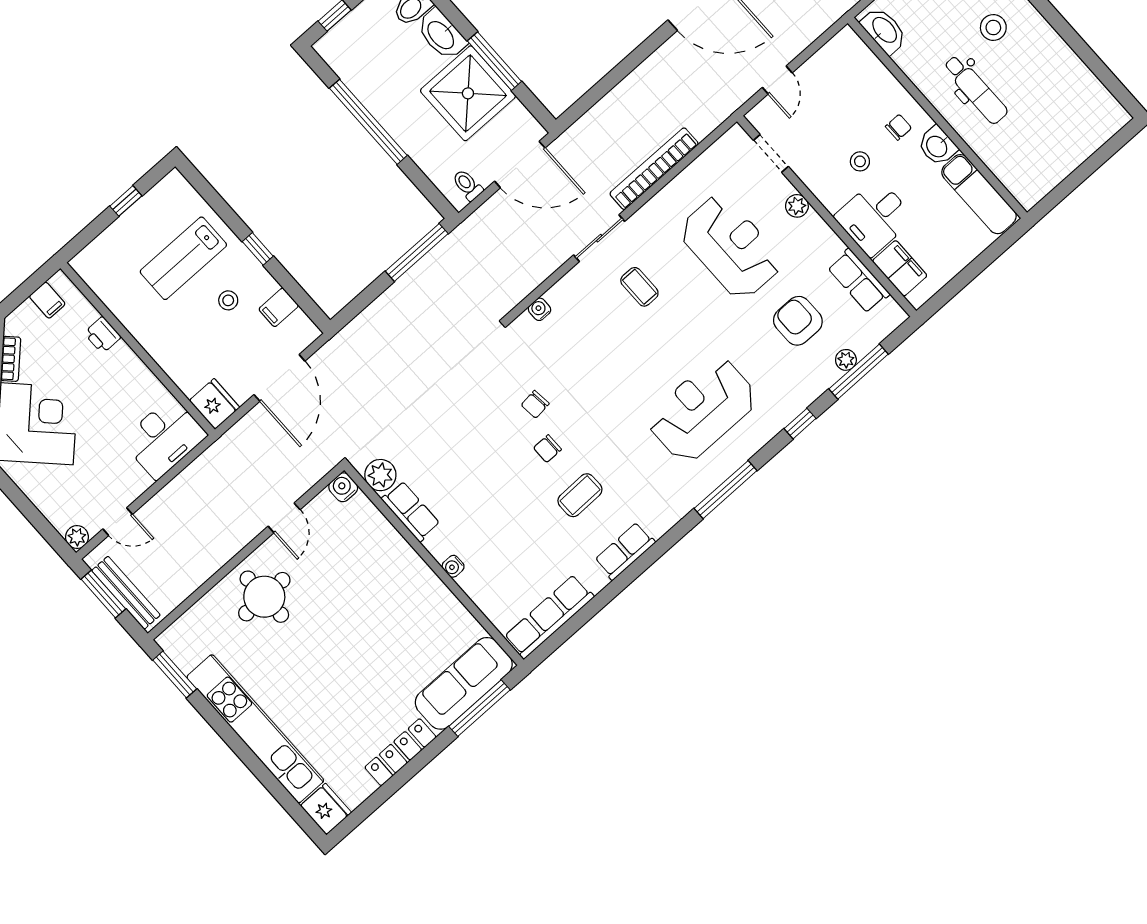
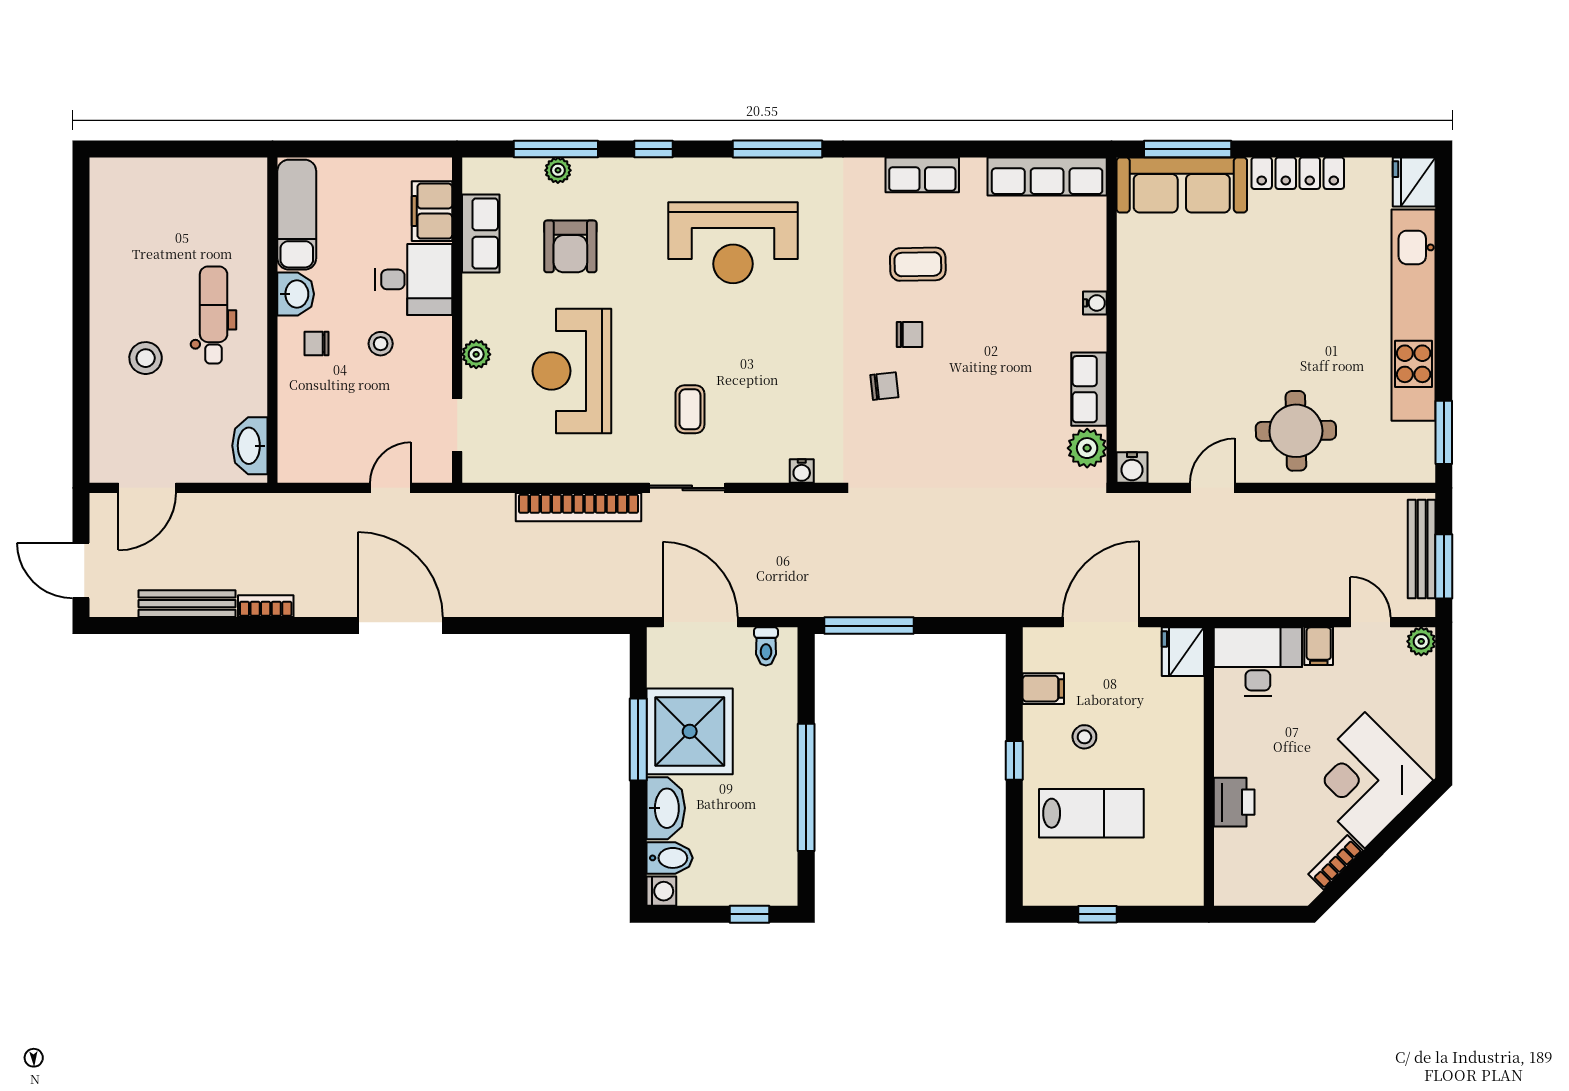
filing cabinet: (47, 300) -> (1319, 646), moved, turned 180
printer: (102, 335) -> (1234, 802), width x1.36, depth x1.24

